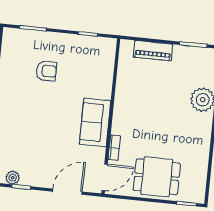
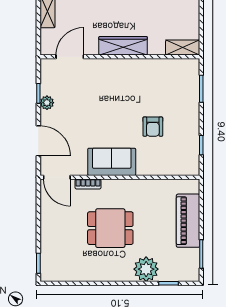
piano: (153, 51) -> (188, 221), width x1.37, depth x1.33
armchair: (46, 71) -> (153, 127), moved
dining table: (157, 177) -> (110, 228), moved, turned 90
plant: (13, 178) -> (47, 103), moved

